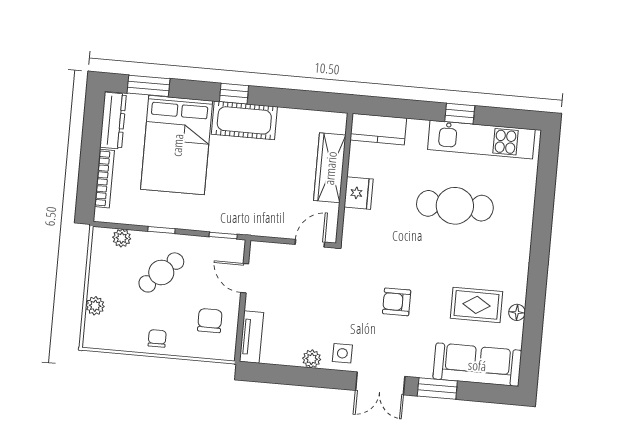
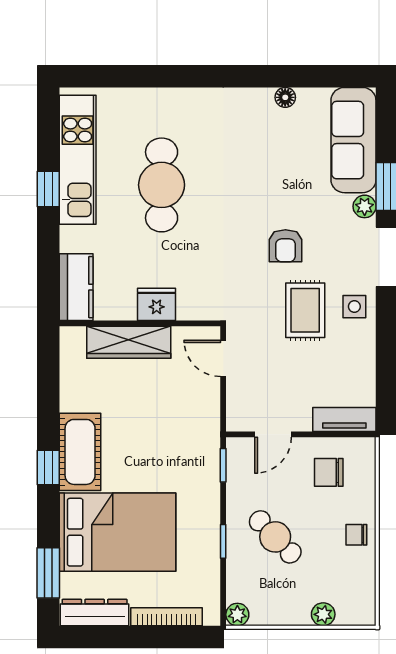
plant: (122, 238) -> (237, 615), moved
rug: (476, 305) -> (305, 310), moved
plant: (312, 359) -> (365, 206), moved

